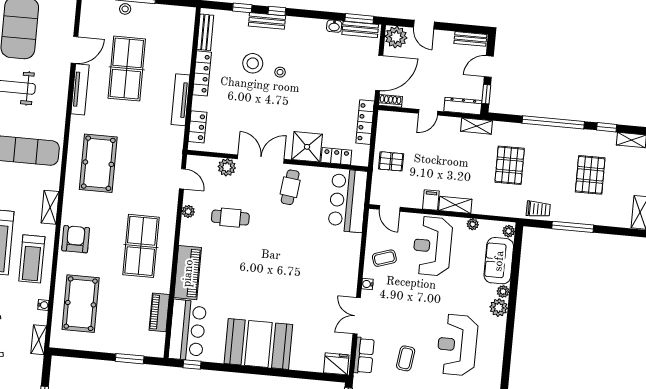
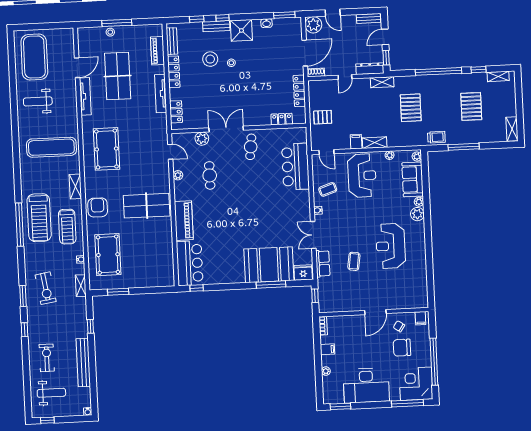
bench: (360, 29) -> (286, 23), removed
shower: (307, 147) -> (241, 30), moved
bar counter: (348, 201) -> (295, 167), moved
cafe table: (230, 218) -> (210, 175), turned 90
table tennis table: (141, 246) -> (147, 206), turned 90
reception desk: (432, 246) -> (362, 176), turned 180
piano: (159, 312) -> (157, 51), moved
booth: (258, 344) -> (269, 265), moved
window: (130, 359) -> (118, 292), moved
window: (291, 374) -> (271, 284), added

